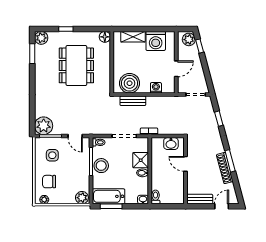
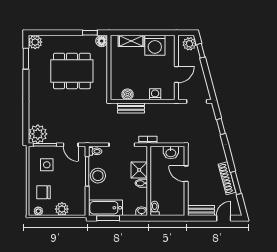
window: (66, 29) -> (90, 33), moved
dining table: (76, 65) -> (72, 71), turned 90
boiler: (130, 83) -> (128, 94), width x0.54, depth x0.54
window: (230, 161) -> (236, 183), moved
plant: (82, 198) -> (62, 209), moved

